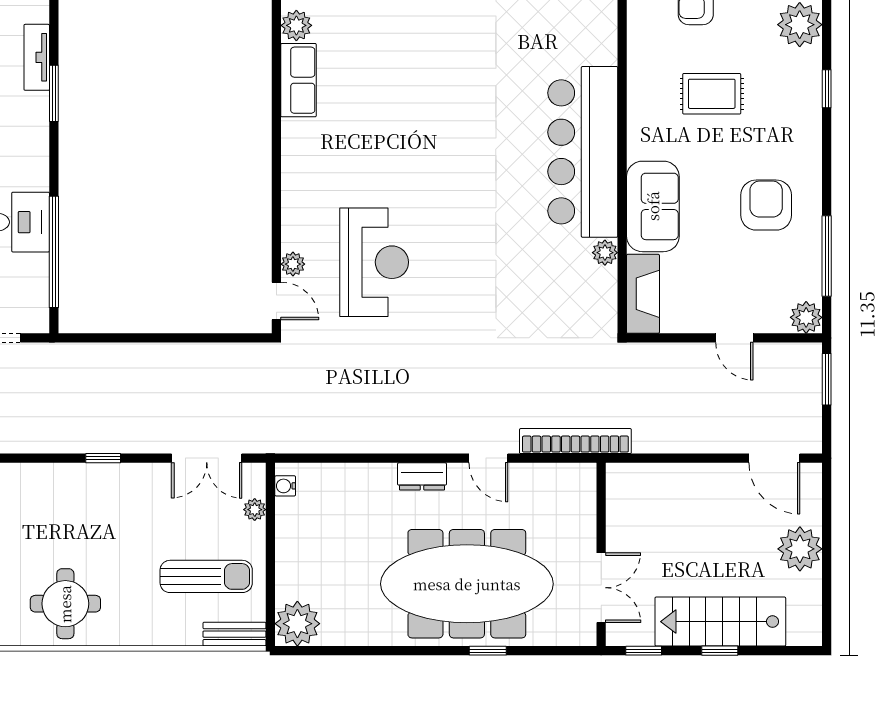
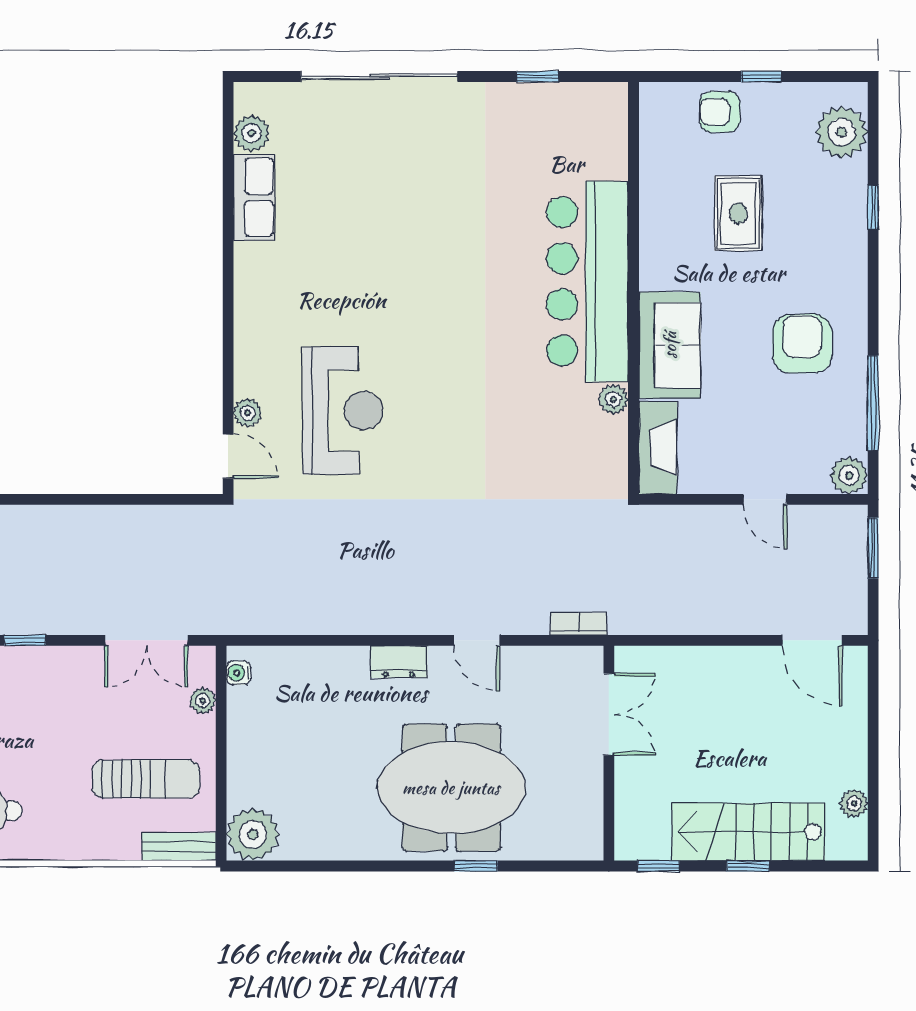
rug: (712, 94) -> (738, 213), turned 90
bookcase: (575, 441) -> (579, 624), width x0.43, depth x0.76
plant: (800, 549) -> (854, 803), moved, width x0.53, depth x0.53
meeting table: (467, 584) -> (451, 788), width x0.73
double door: (601, 588) -> (609, 714), moved

